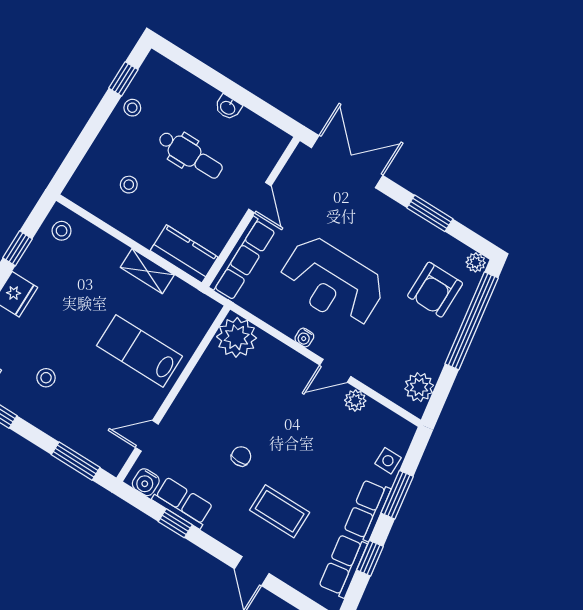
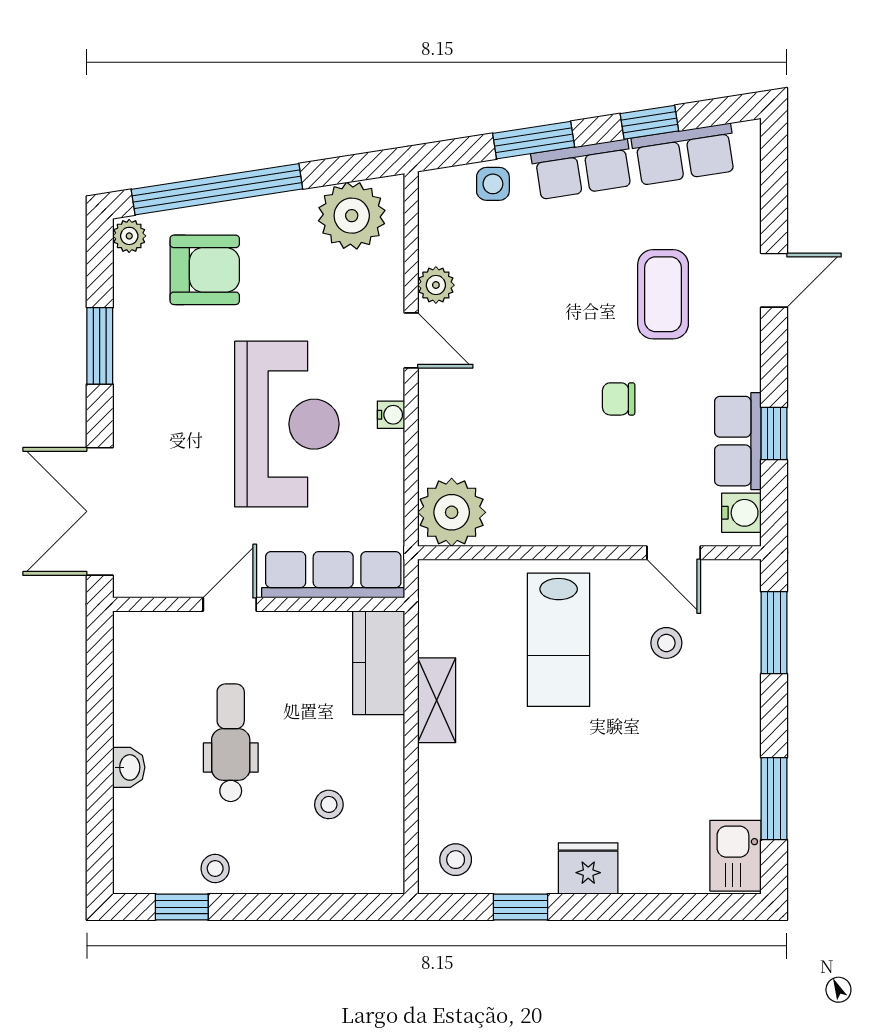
washbasin: (228, 107) -> (129, 767), moved
stool: (46, 378) -> (666, 643), moved
plant: (419, 387) -> (352, 216), width x1.36, depth x1.36

